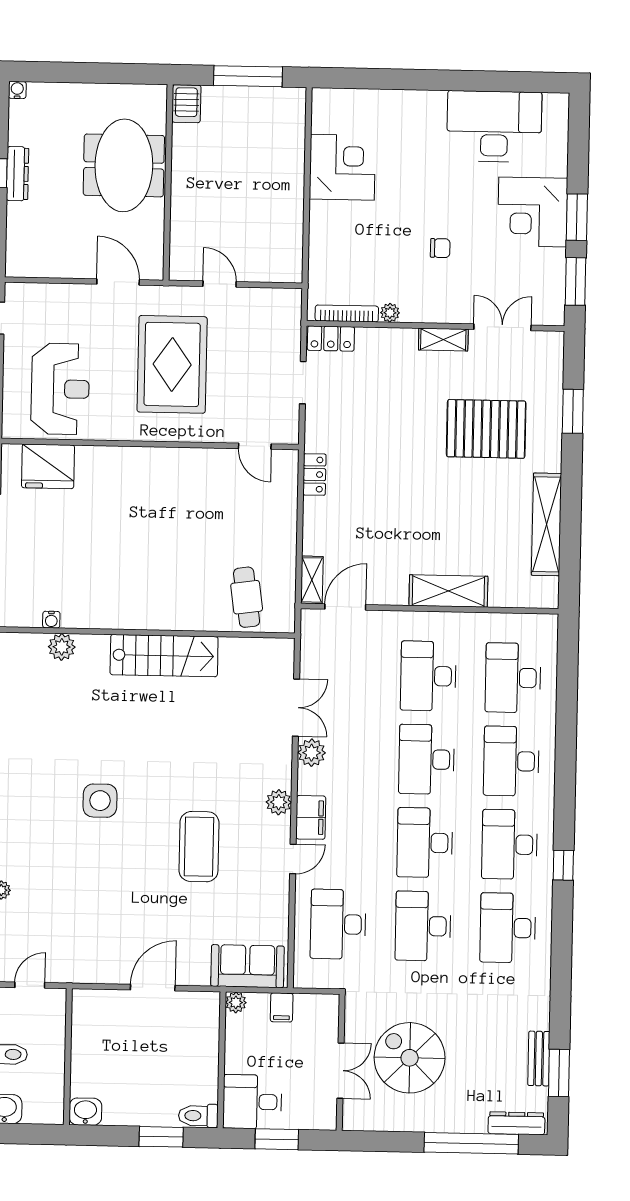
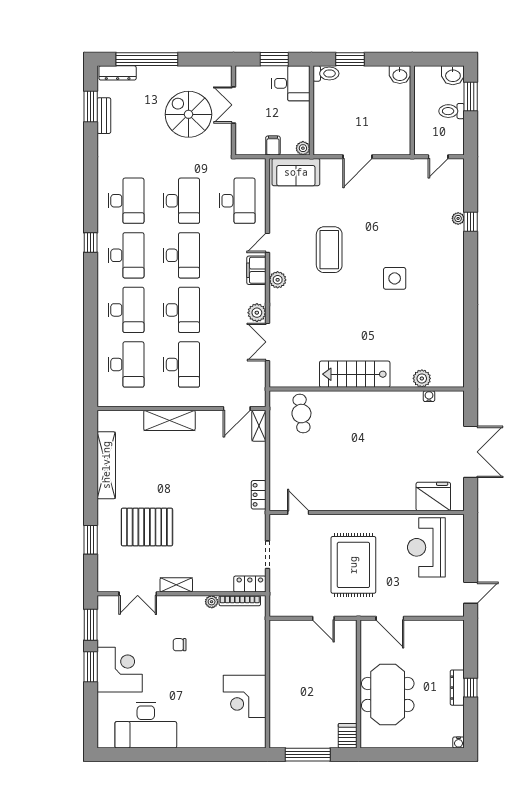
spiral stairs: (410, 1058) -> (188, 114), turned 180

